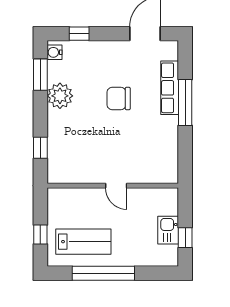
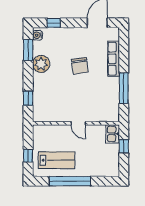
chair: (119, 99) -> (80, 66), turned -98
window: (185, 102) -> (124, 88), moved
kitchen sink: (168, 230) -> (113, 134), moved
window: (185, 238) -> (124, 146), moved

